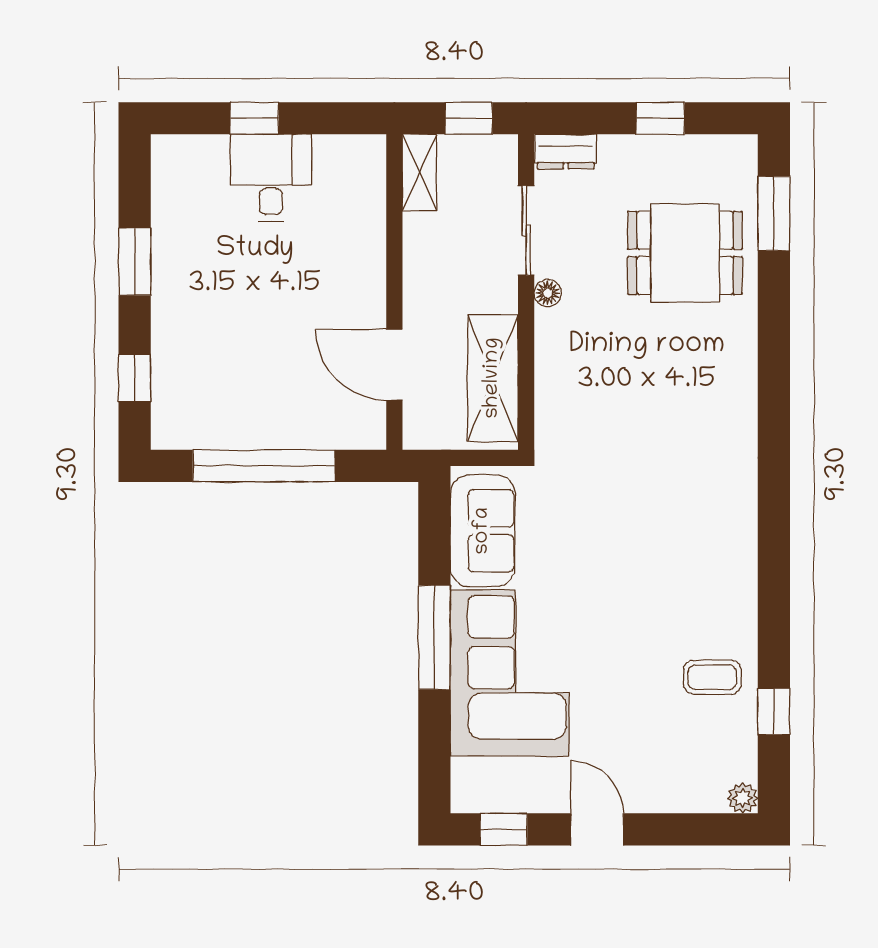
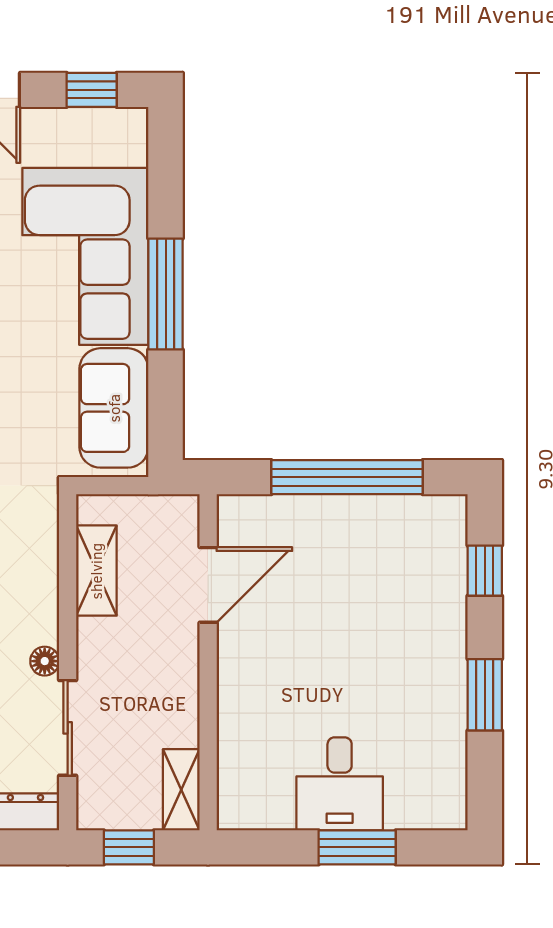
window: (254, 118) -> (357, 847), width x1.50
door: (394, 365) -> (208, 585), hinge flipped
shelving: (493, 378) -> (96, 571), width x0.67, depth x0.75

